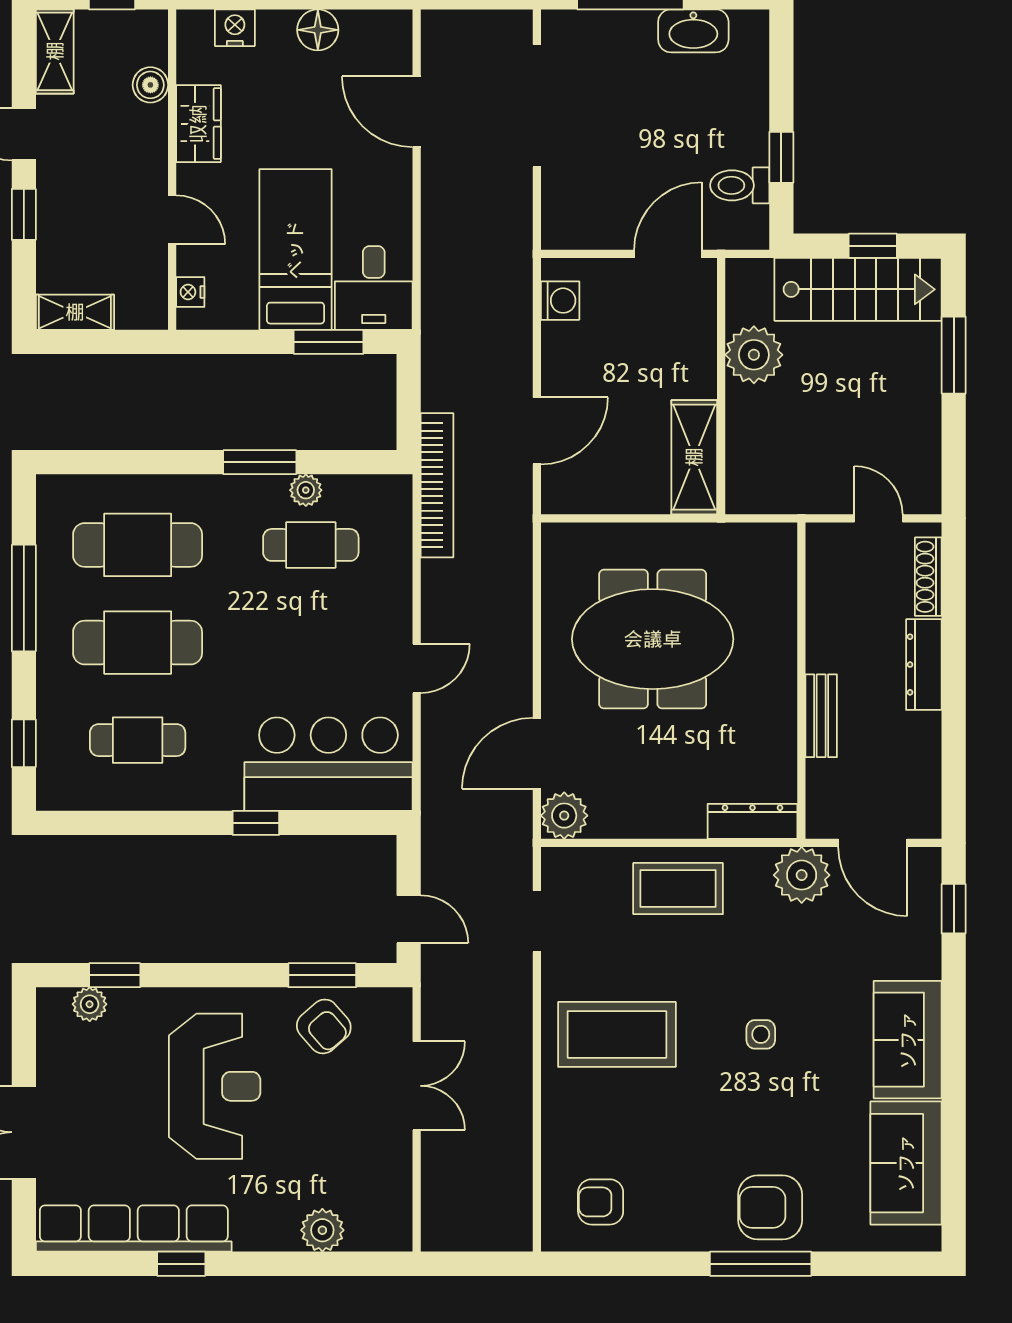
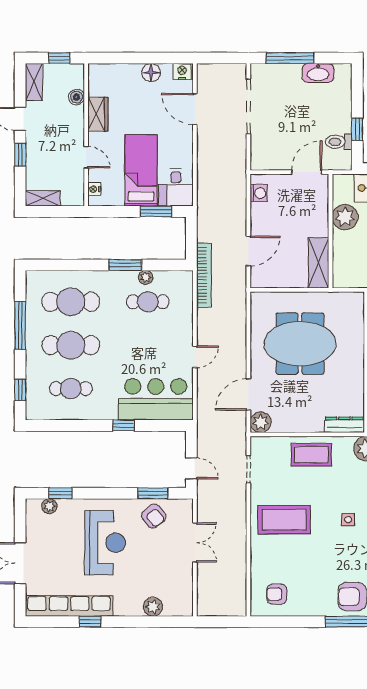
nightstand: (235, 28) -> (182, 72), moved

